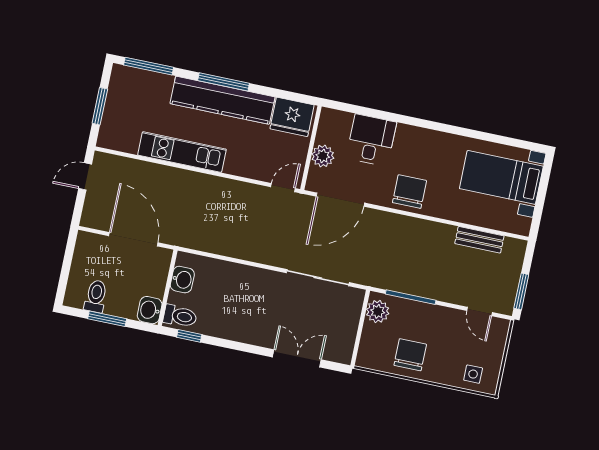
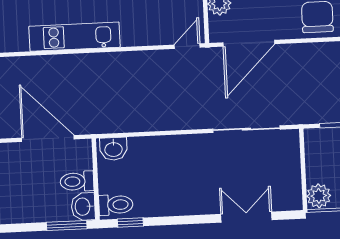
washbasin: (182, 280) -> (113, 149), moved, turned 90
toilet: (96, 296) -> (77, 181), moved, turned -90
plant: (378, 311) -> (319, 196), moved
window: (107, 319) -> (67, 226), moved

